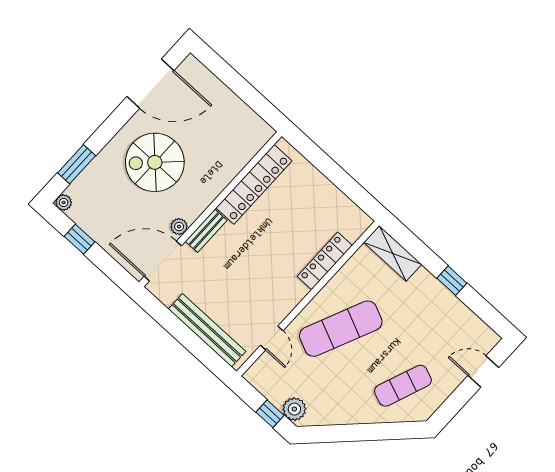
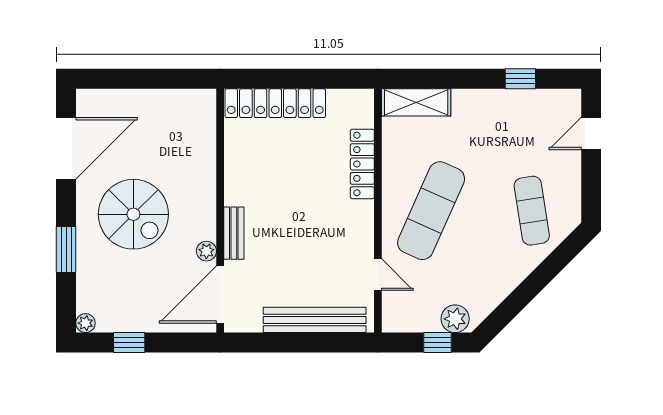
spiral stairs: (155, 162) -> (133, 214), turned -90
window: (77, 164) -> (66, 250), moved
locker: (254, 184) -> (275, 103), moved, turned 90
window: (452, 281) -> (520, 79), moved
exercise mat: (403, 386) -> (532, 211), turned -30

